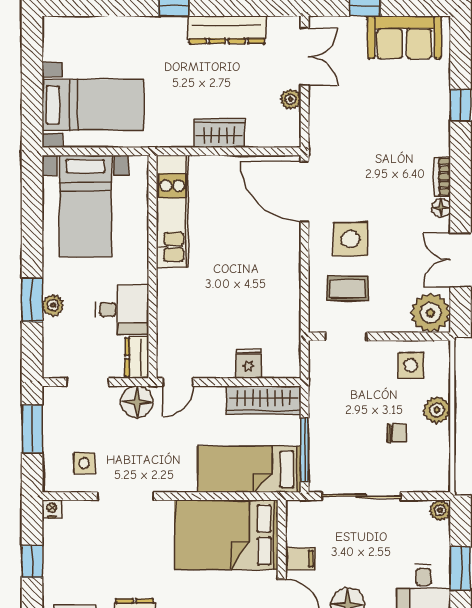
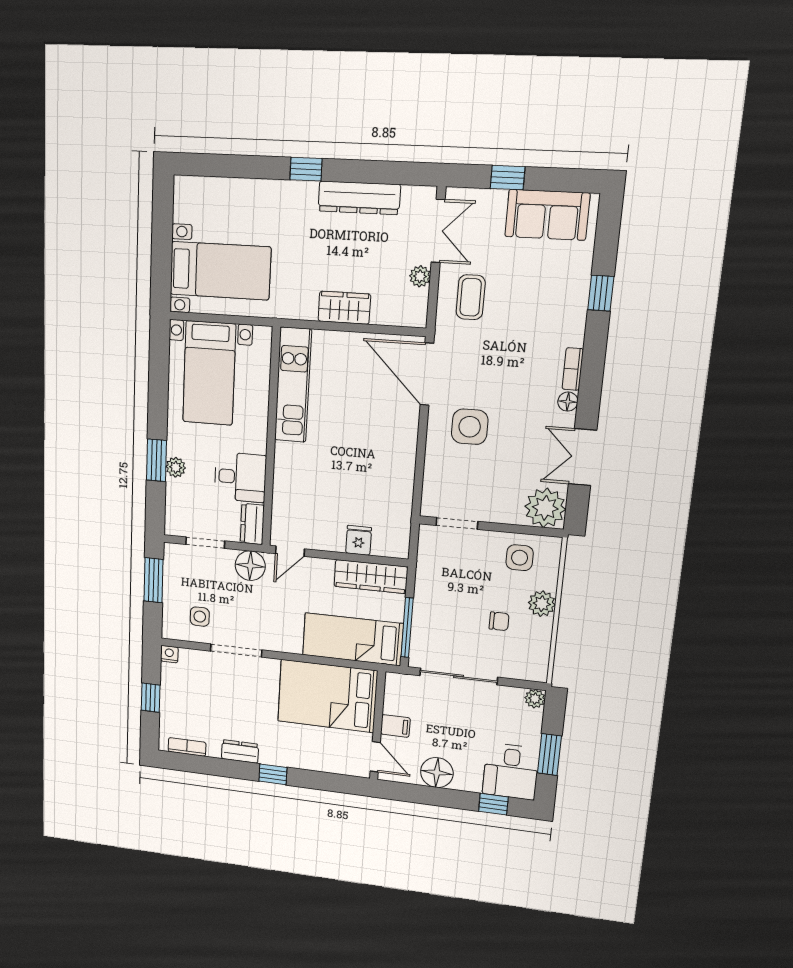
coffee table: (348, 288) -> (471, 297), moved, turned 90

